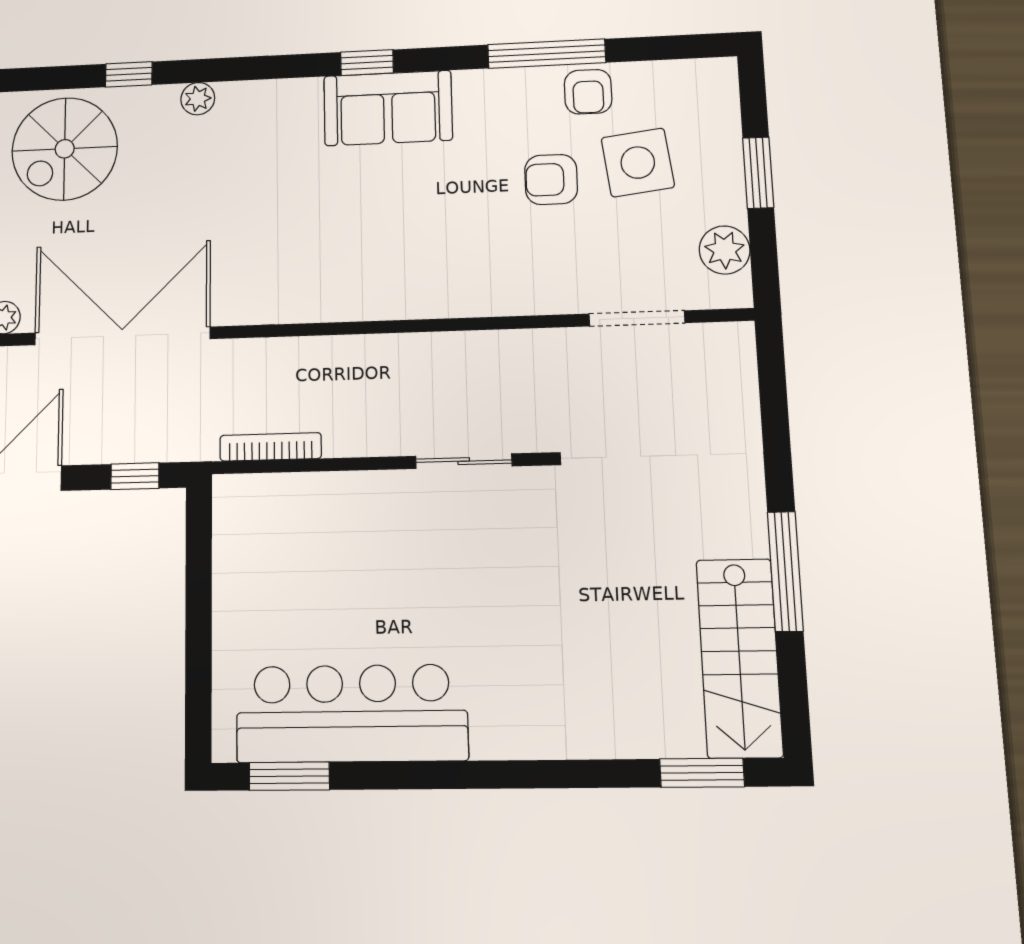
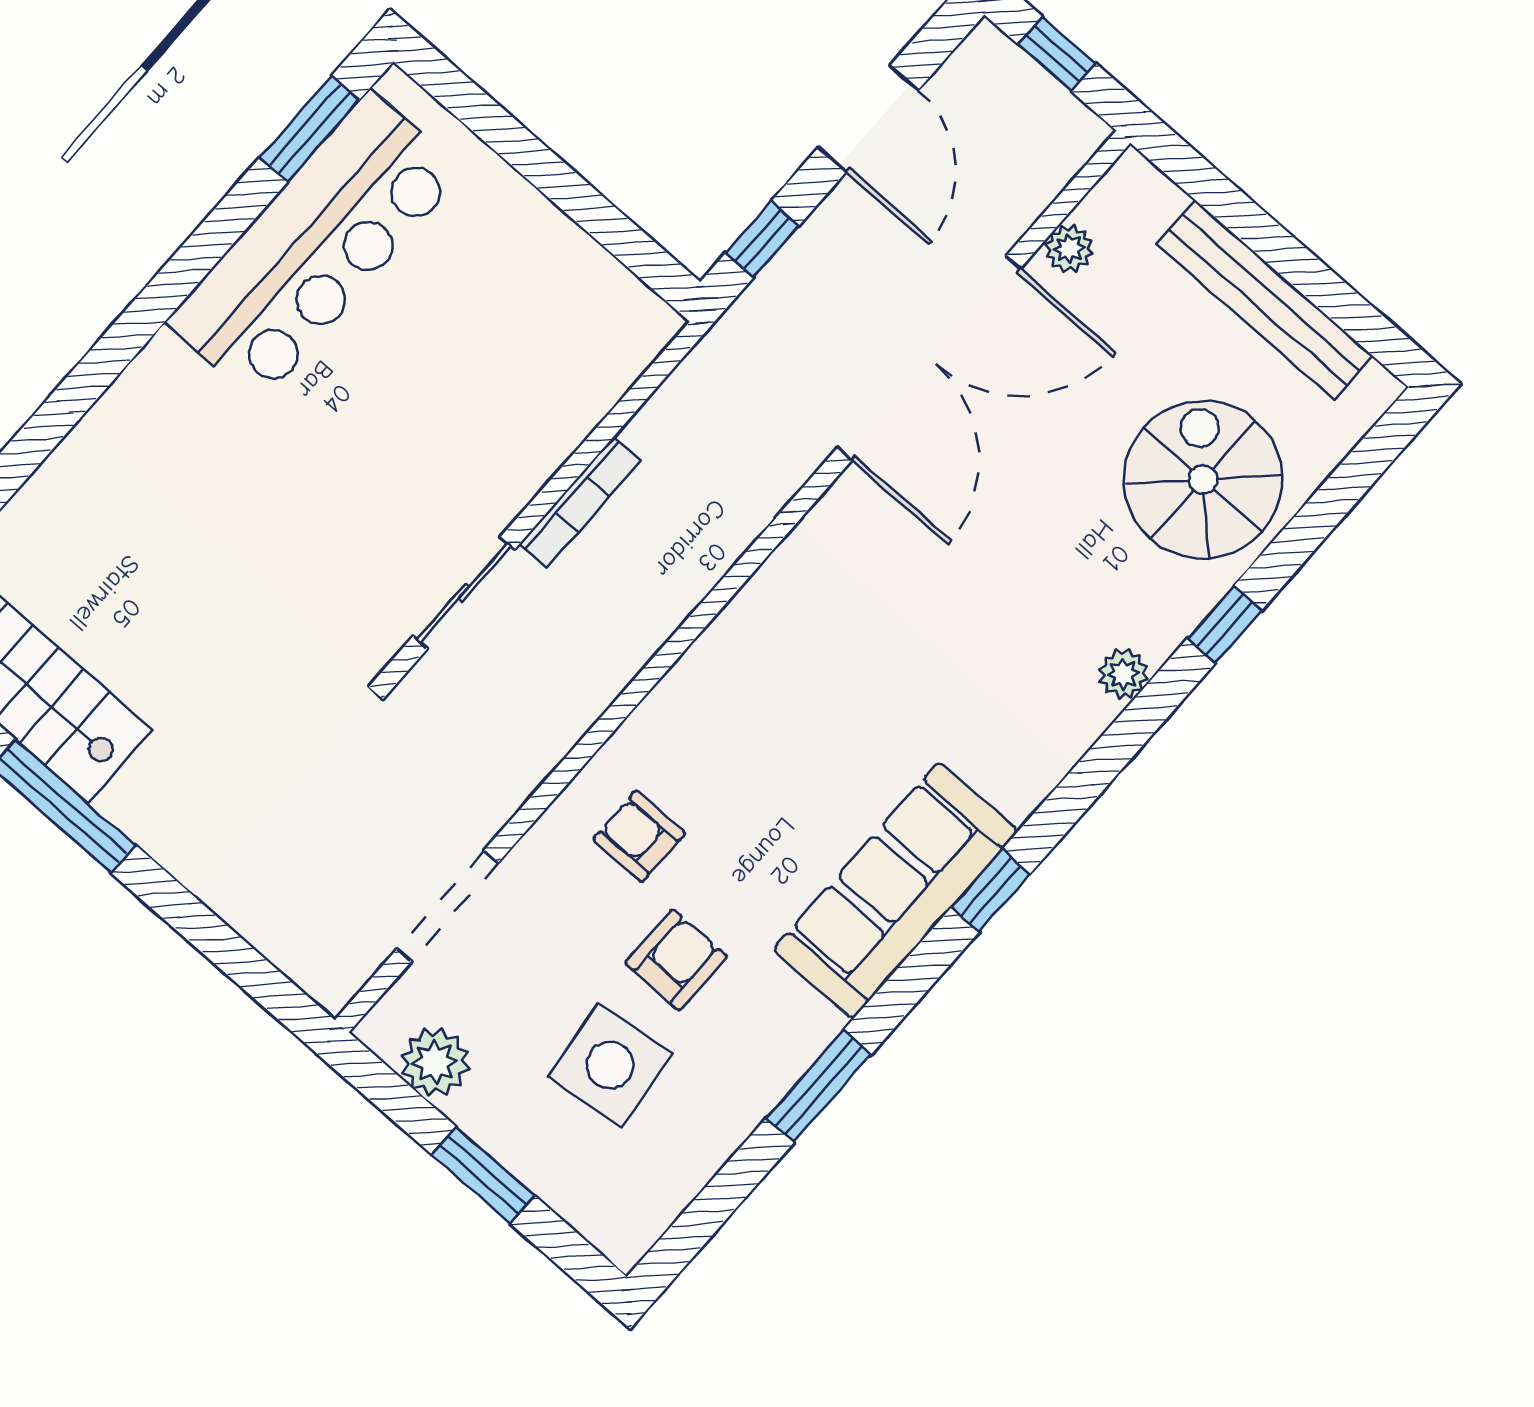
window: (547, 54) -> (819, 1086), width x0.69
armchair: (588, 92) -> (639, 836), moved
sofa: (388, 108) -> (896, 890), width x1.36
bookcase: (271, 447) -> (580, 502), moved

